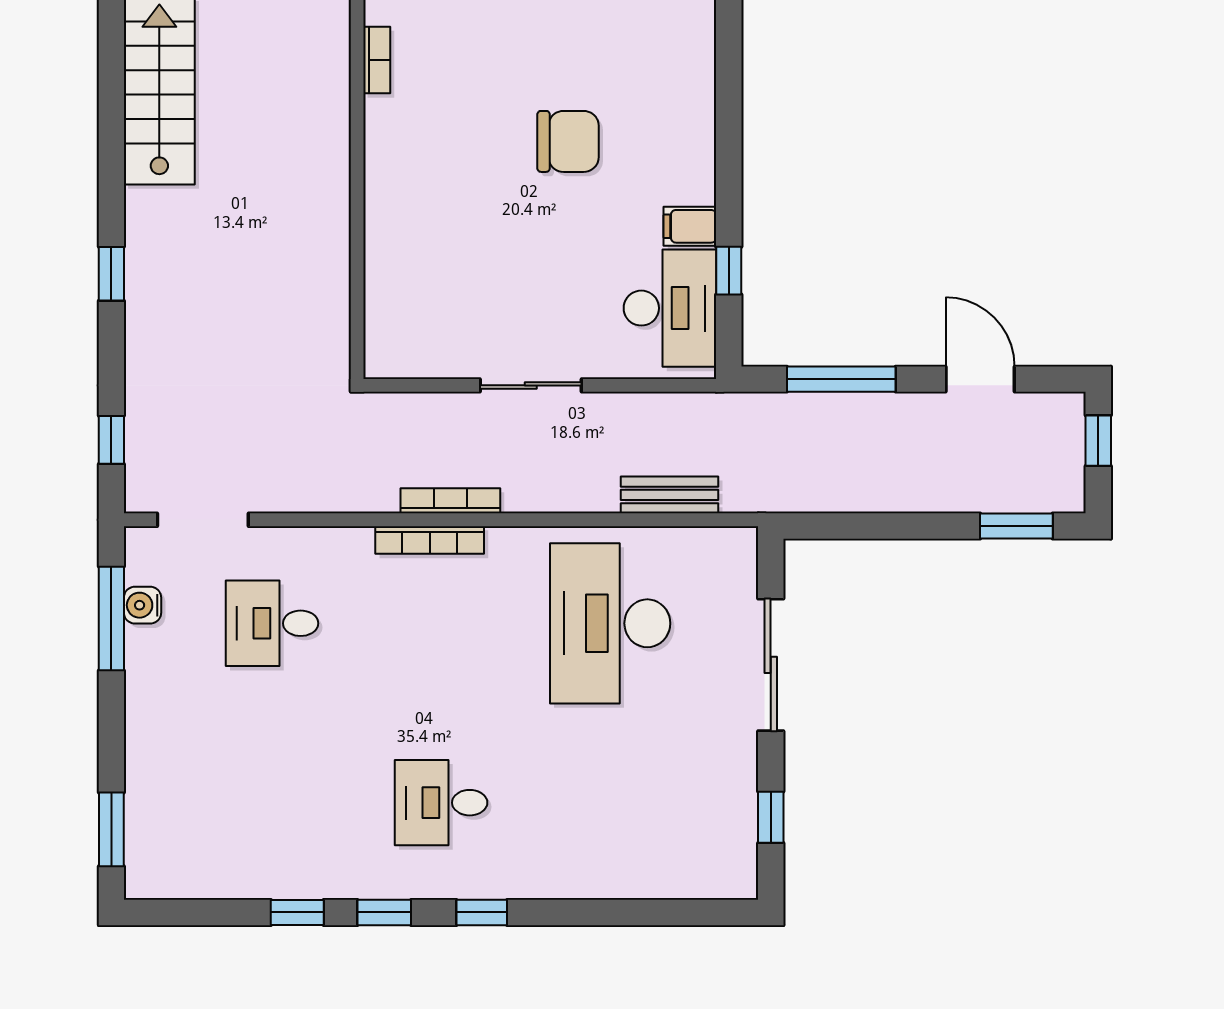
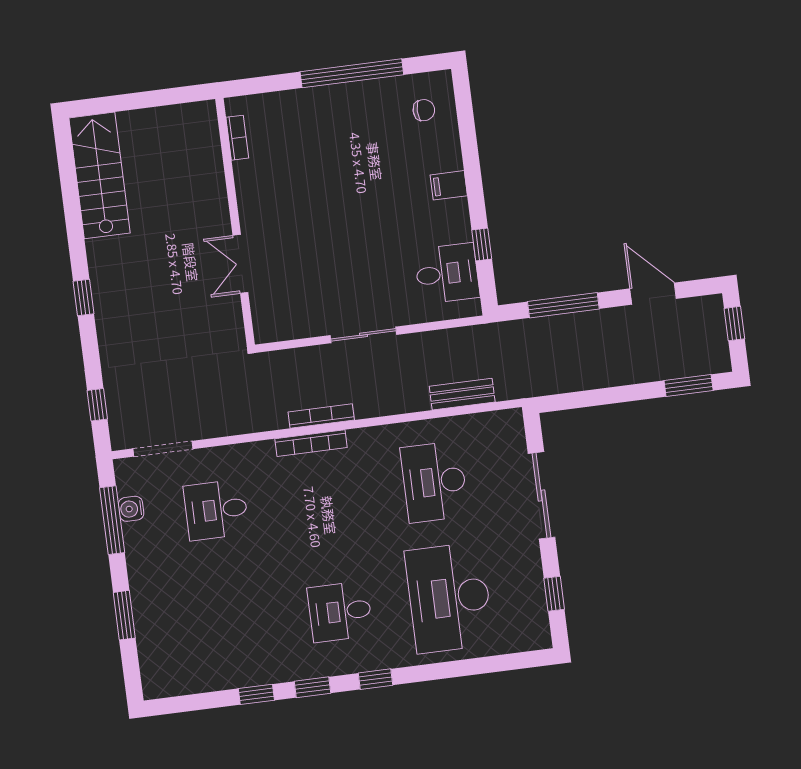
chair: (568, 141) -> (424, 110), moved, width x0.54, depth x0.54
filing cabinet: (690, 226) -> (449, 185), moved
double door: (357, 253) -> (240, 264), added
desk: (670, 308) -> (447, 273), width x0.73
desk: (610, 623) -> (434, 482), width x0.73, depth x0.77
desk: (610, 803) -> (449, 598), added
window: (111, 829) -> (124, 615), moved

